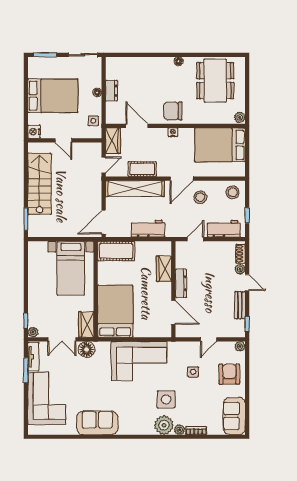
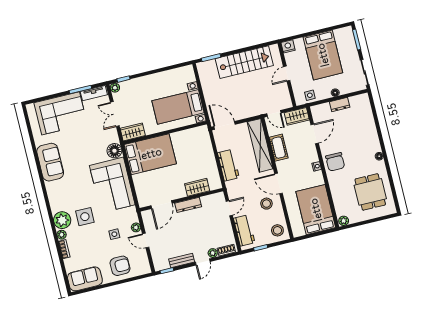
dining table: (215, 81) -> (370, 192), width x0.73
chair: (173, 111) -> (335, 162), turned 180
door: (195, 239) -> (229, 208), hinge flipped
cot: (116, 251) -> (202, 142), removed
plant: (240, 346) -> (136, 227), moved
floor lamp: (87, 349) -> (114, 151), moved

